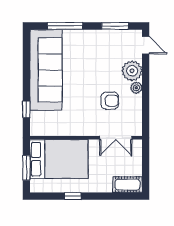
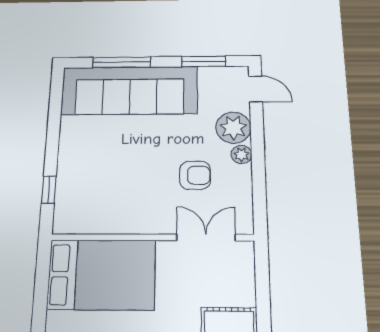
sofa: (46, 70) -> (130, 90), moved, turned 90
double door: (116, 138) -> (206, 238), swing flipped
window: (26, 168) -> (41, 290), removed

